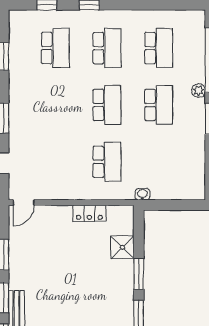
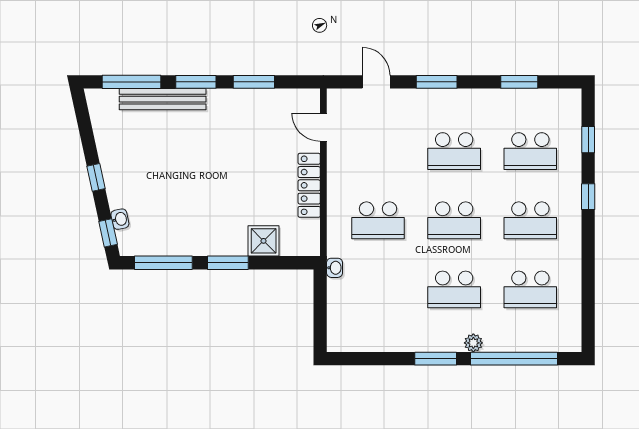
school desk: (55, 105) -> (454, 151), added
door: (24, 203) -> (323, 127), moved
locker: (89, 213) -> (309, 185), width x1.53

